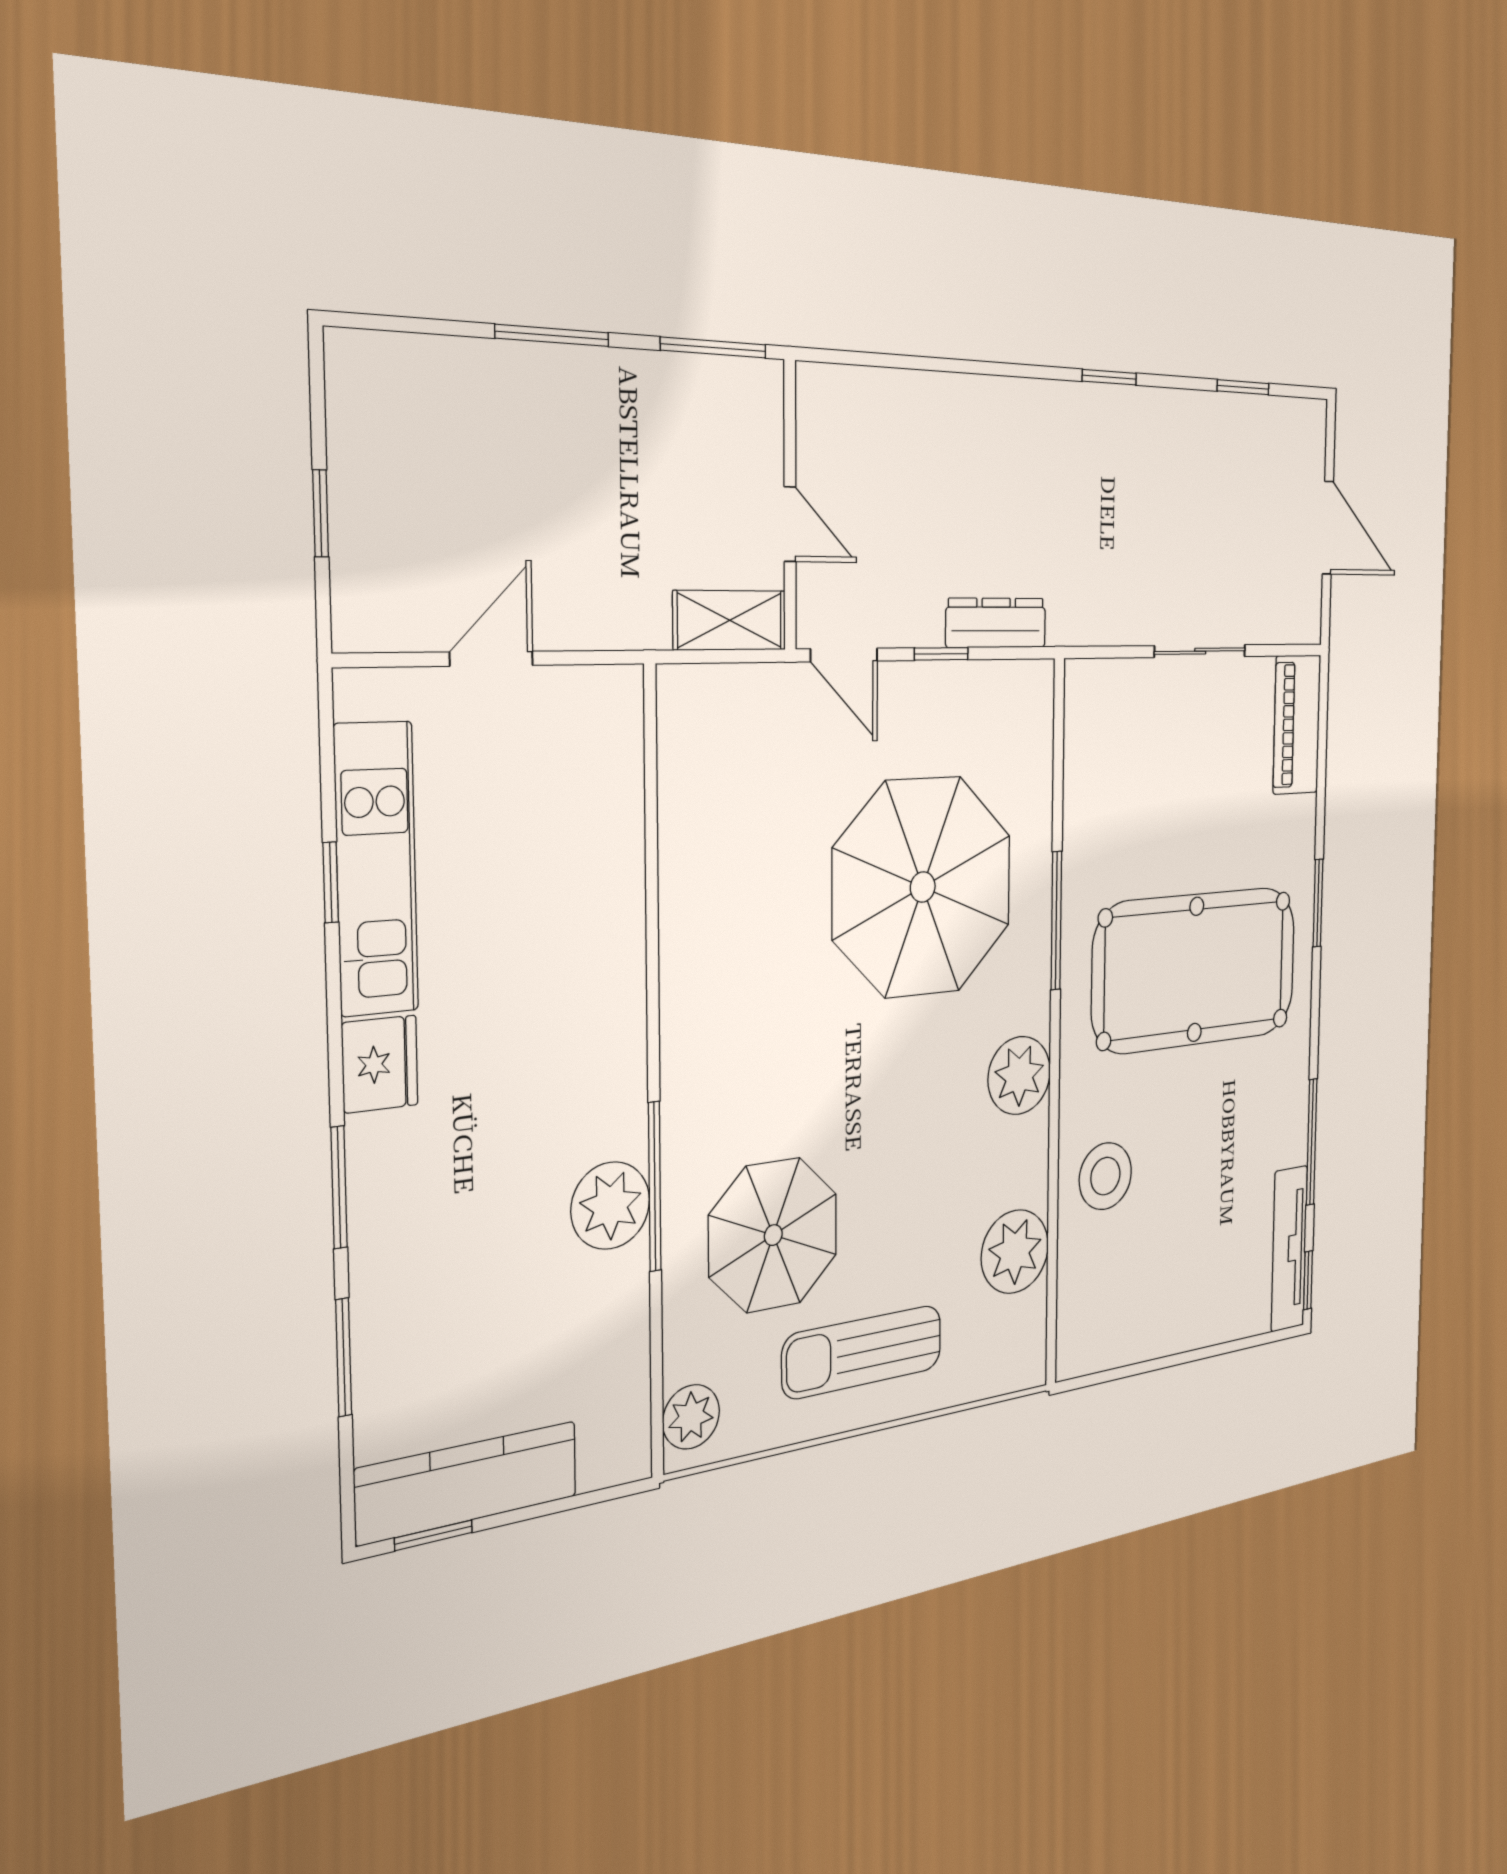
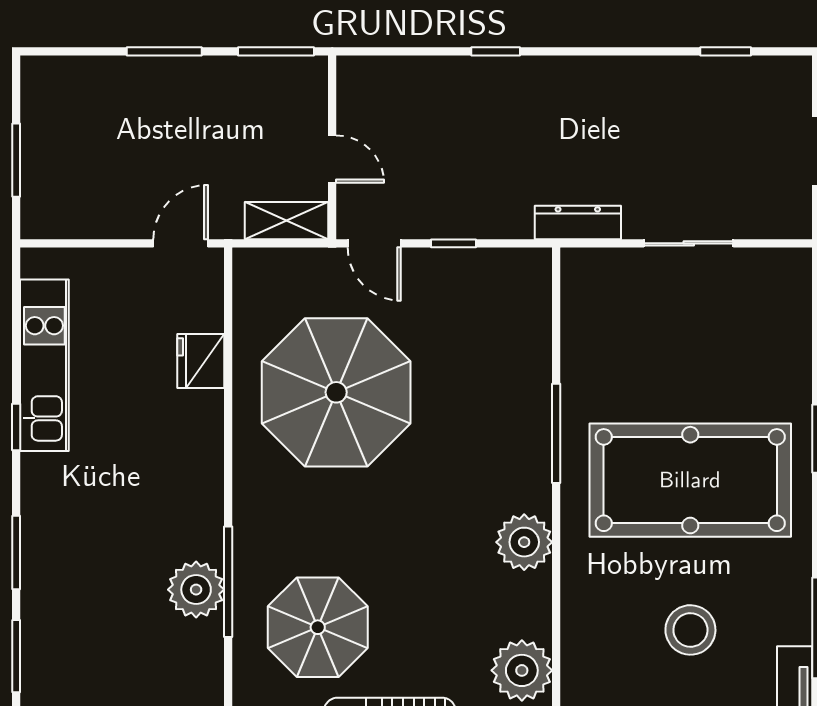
window: (1109, 377) -> (496, 51), moved
window: (321, 513) -> (16, 160), width x1.50
dresser: (996, 623) -> (578, 222), moved
door: (491, 659) -> (181, 243), moved
piano: (1297, 725) -> (789, 300), removed
window: (331, 882) -> (16, 427), moved
parasol: (923, 887) -> (336, 392), moved
fridge: (380, 1064) -> (201, 361), moved, turned 180
stool: (1105, 1176) -> (690, 630), moved

